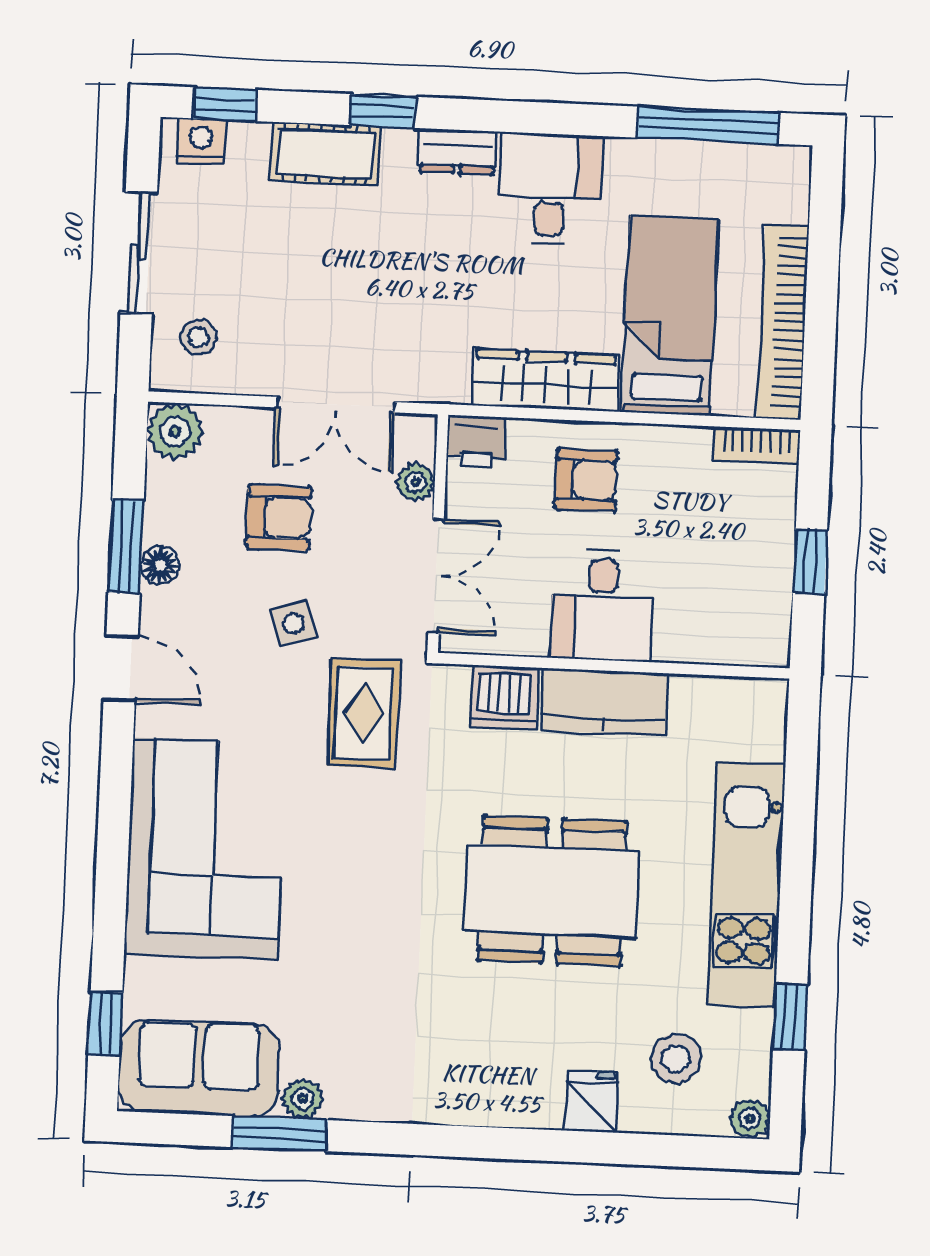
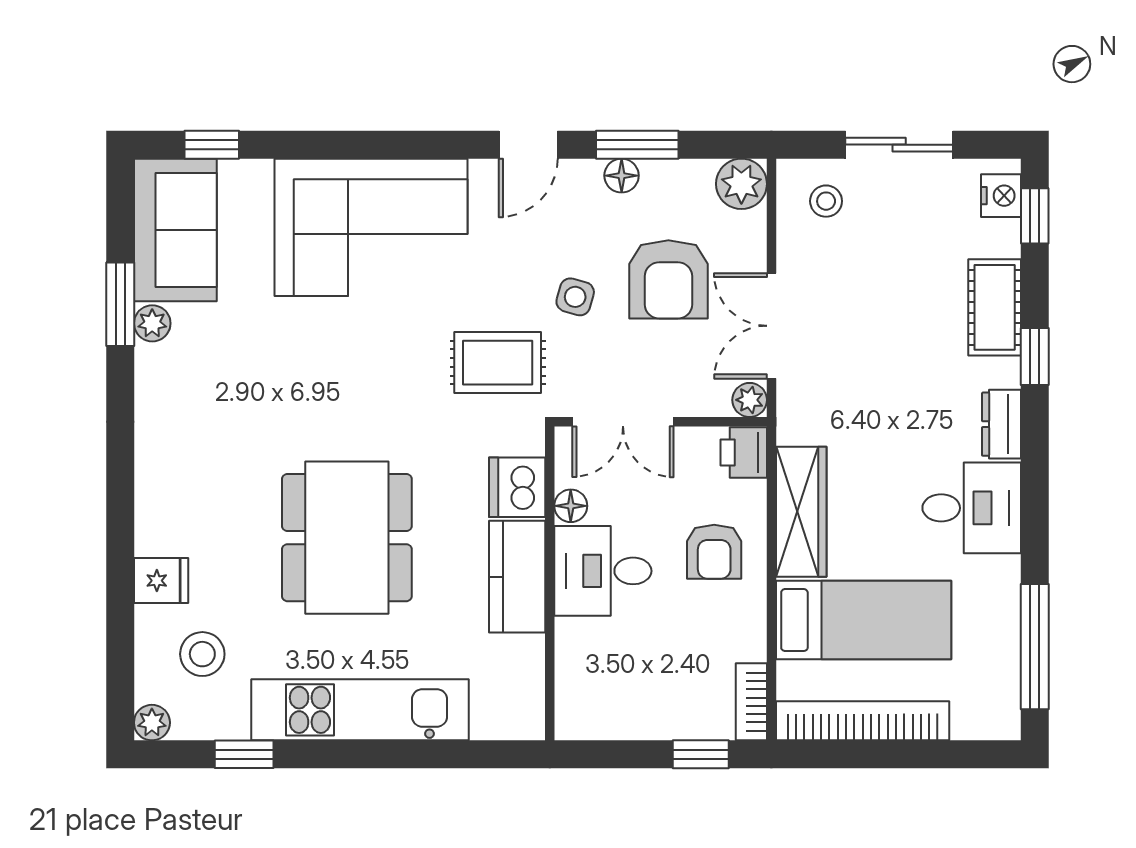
plant: (416, 482) -> (750, 400), moved
armchair: (279, 518) -> (668, 279), width x1.38, depth x1.38
window: (810, 562) -> (701, 754), moved
side table: (294, 623) -> (575, 297), turned 33
floor lamp: (528, 638) -> (571, 506), added

